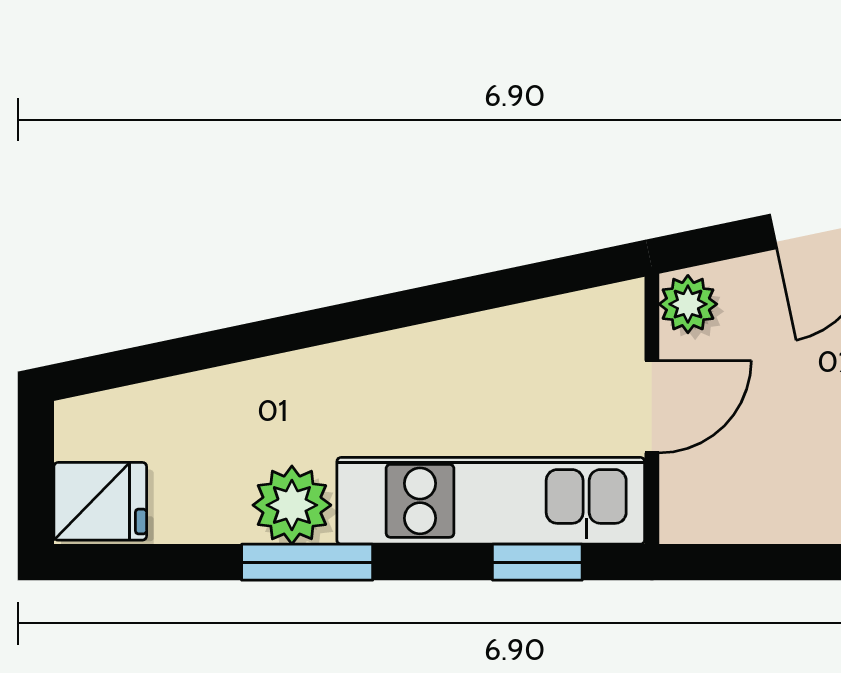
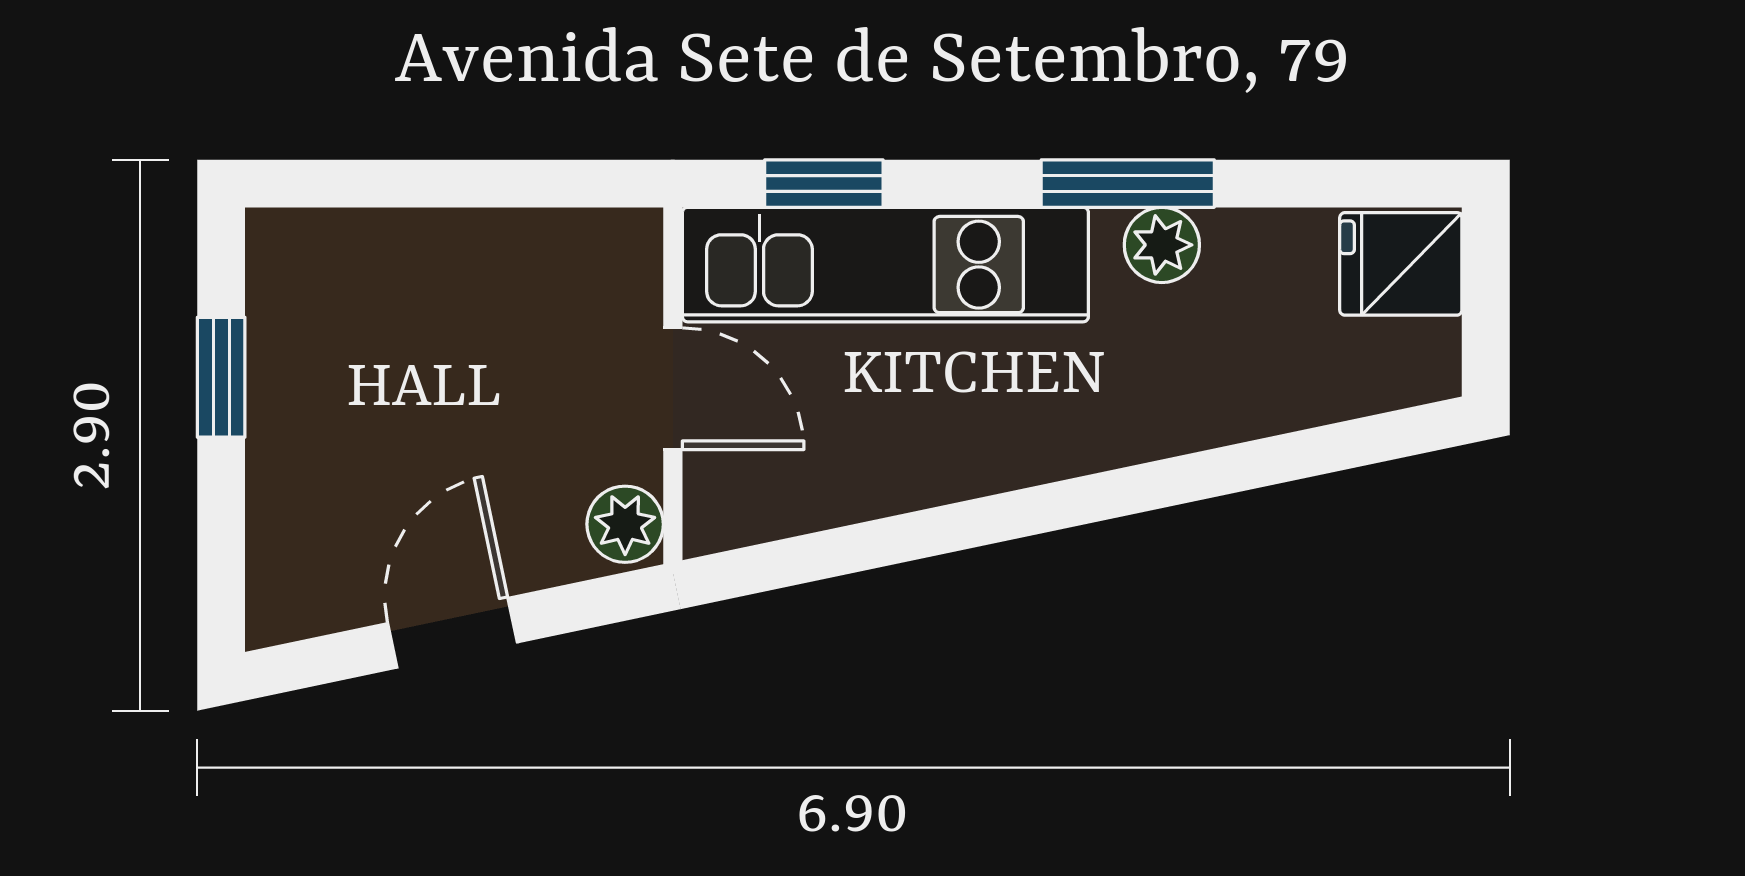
door: (652, 407) -> (673, 389), swing flipped
plant: (292, 505) -> (1162, 245), width x0.73, depth x0.73

